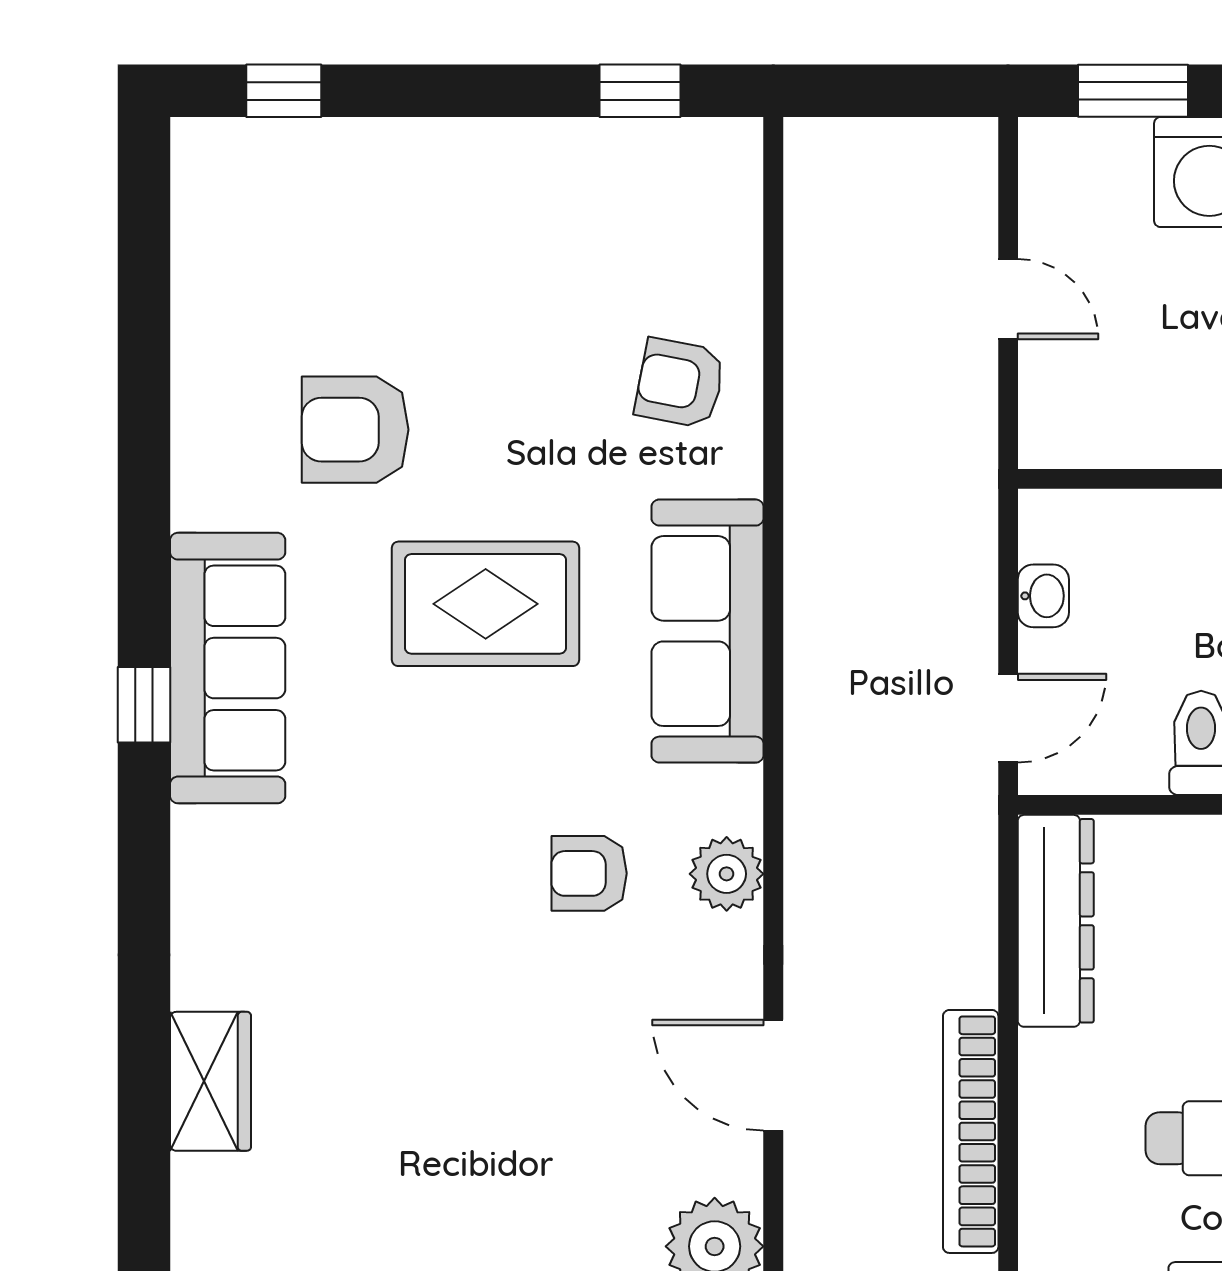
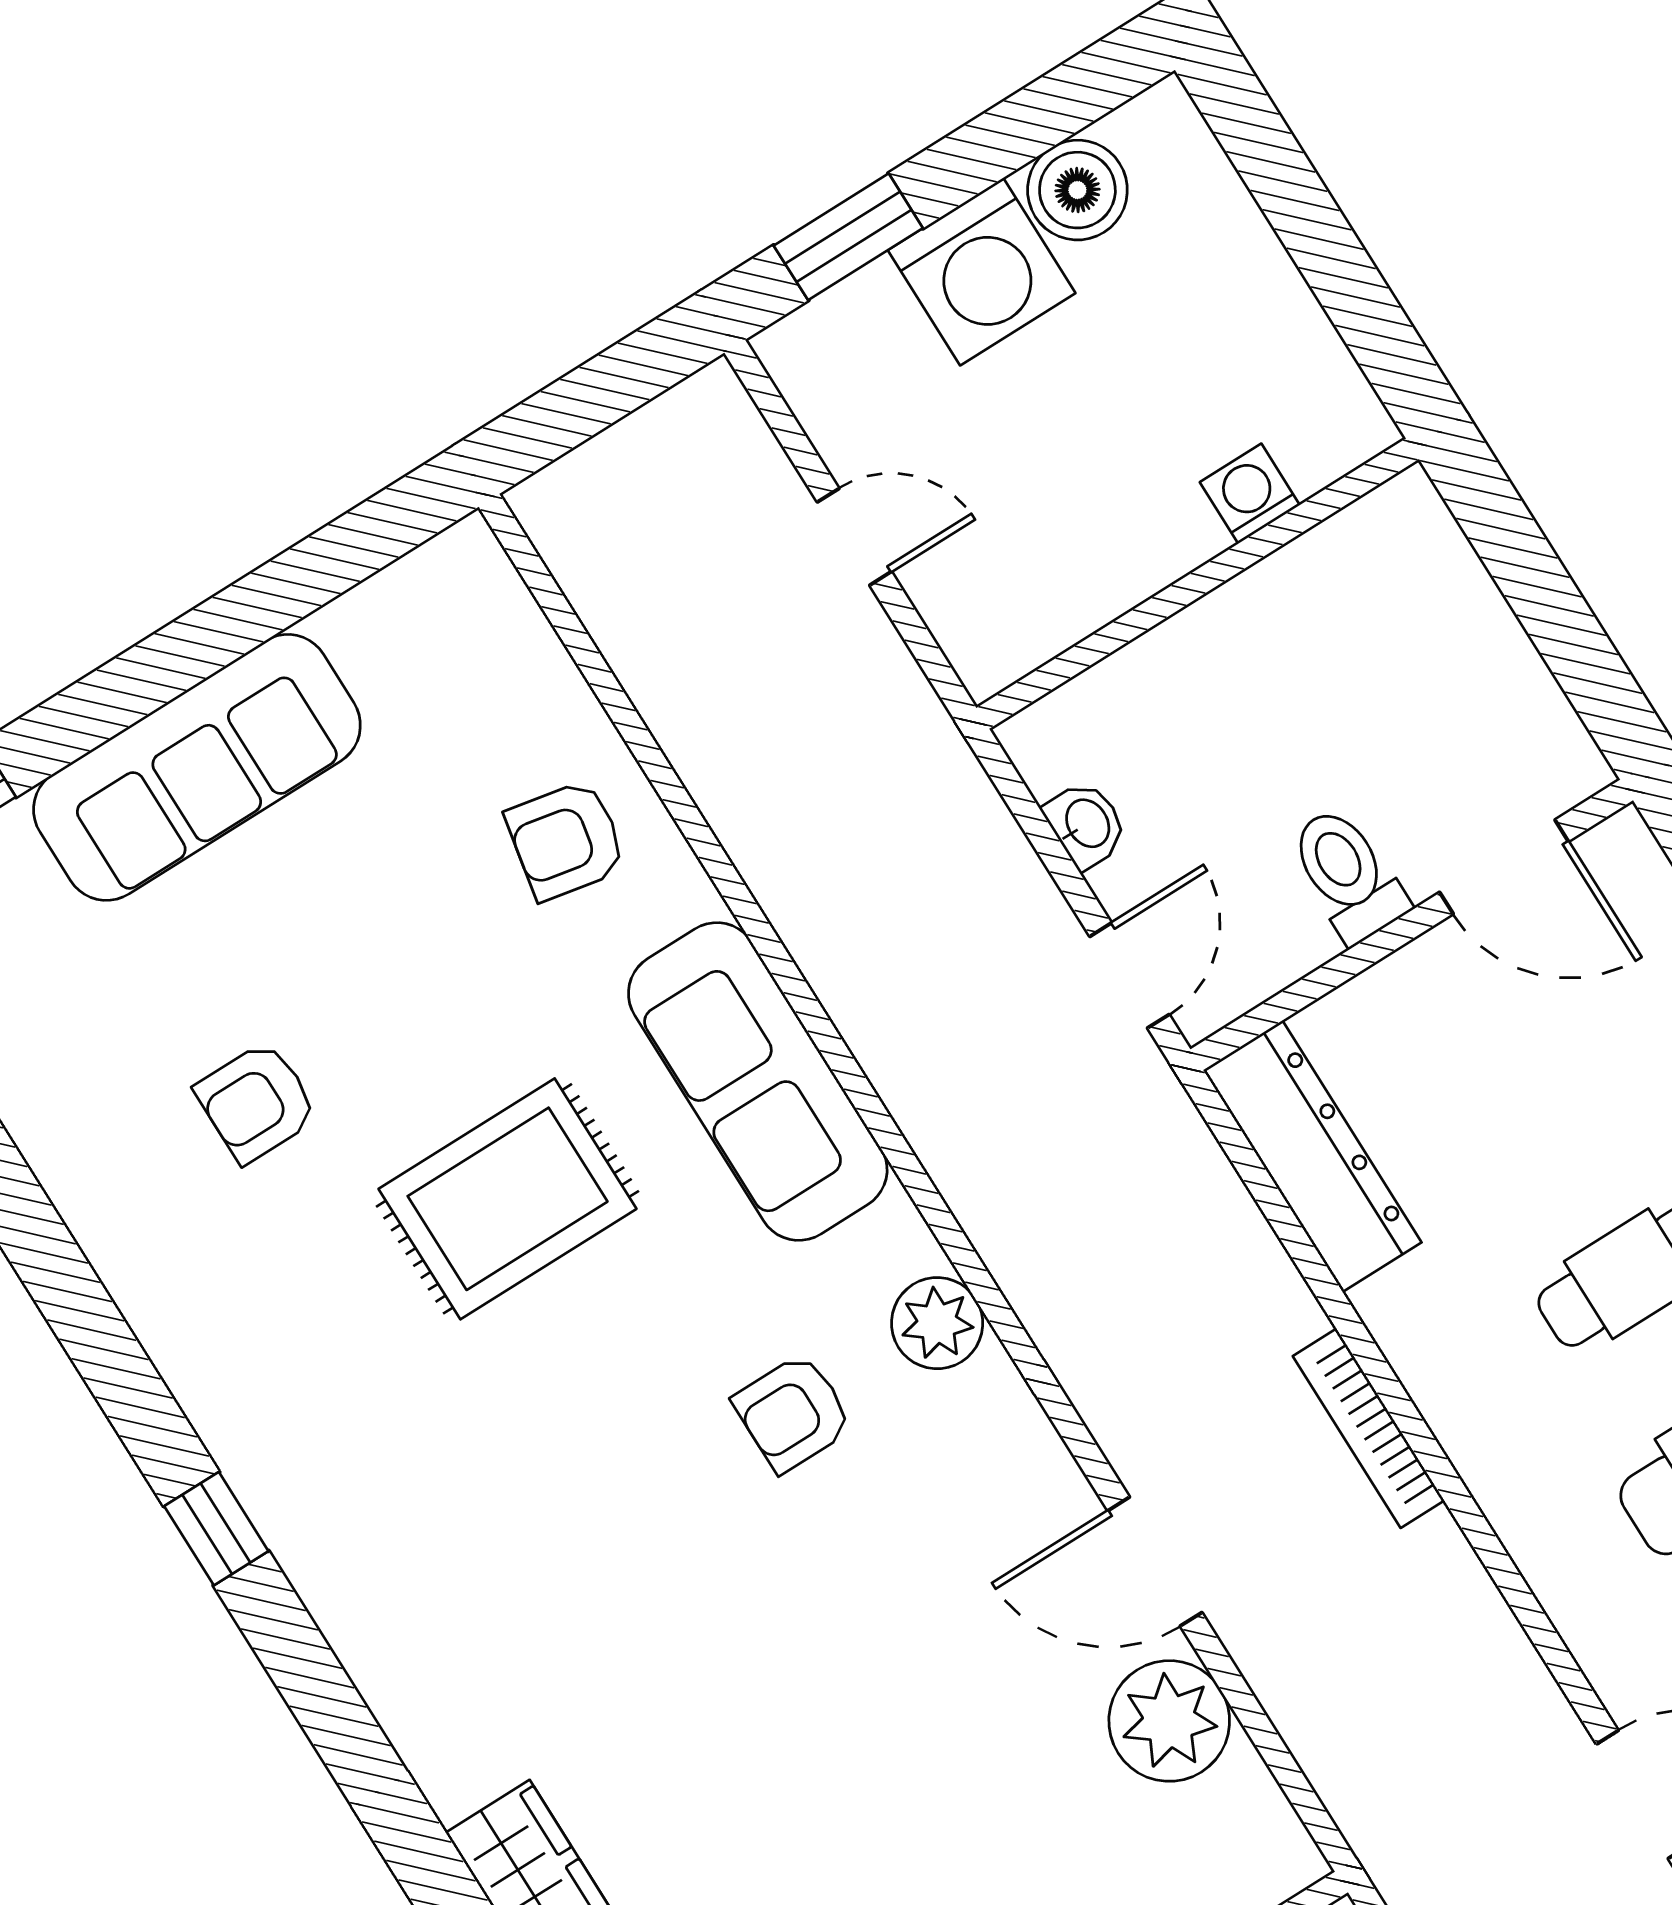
window: (640, 91) -> (332, 560), removed
armchair: (355, 430) -> (257, 1102), width x0.72, depth x0.72
sofa: (228, 668) -> (197, 767), moved, turned 90
door: (773, 1075) -> (1155, 1562), moved
bookcase: (971, 1131) -> (1369, 1428), width x0.68, depth x0.76

